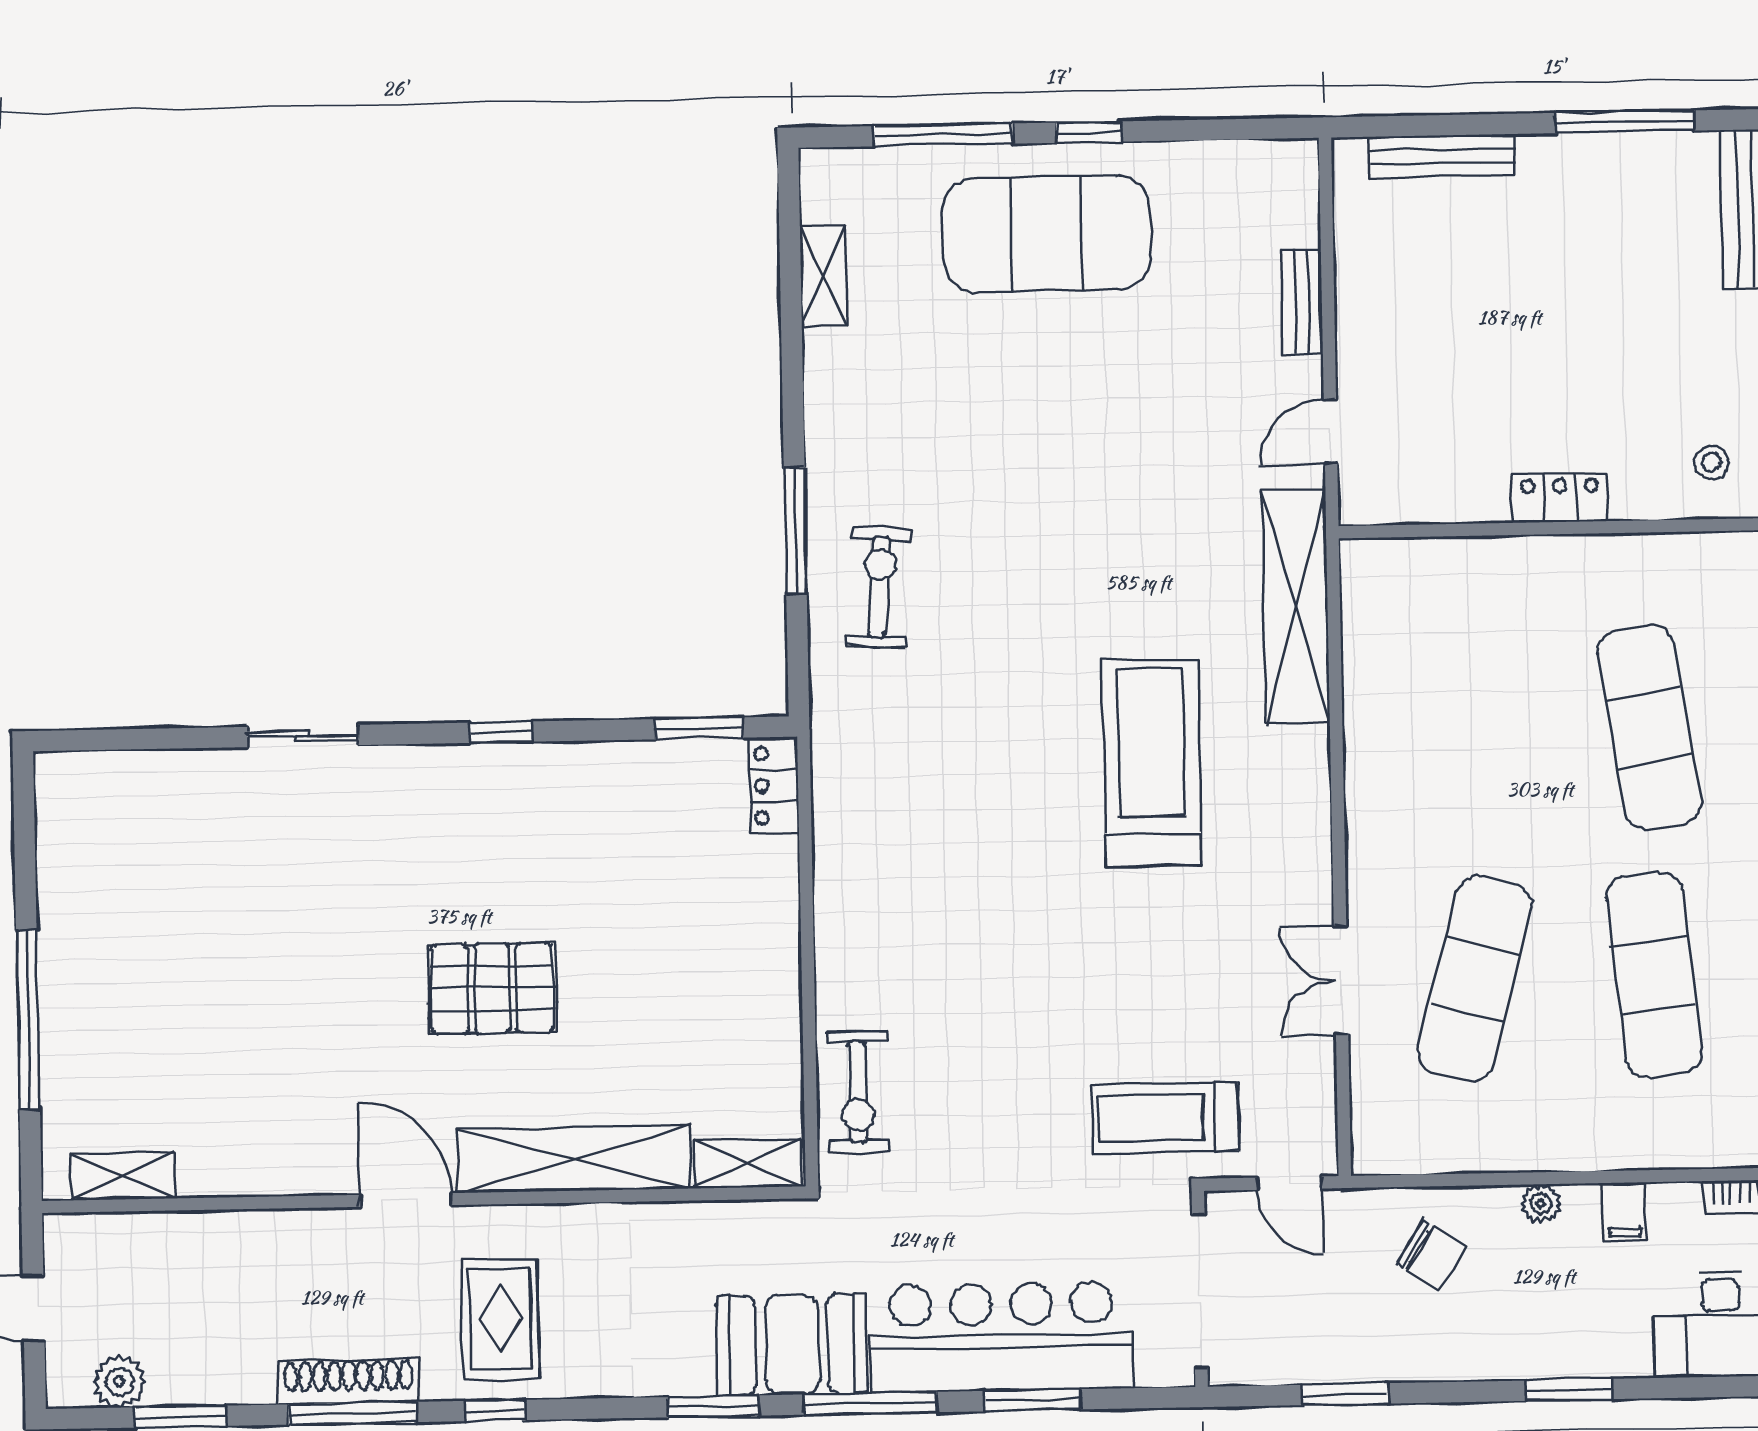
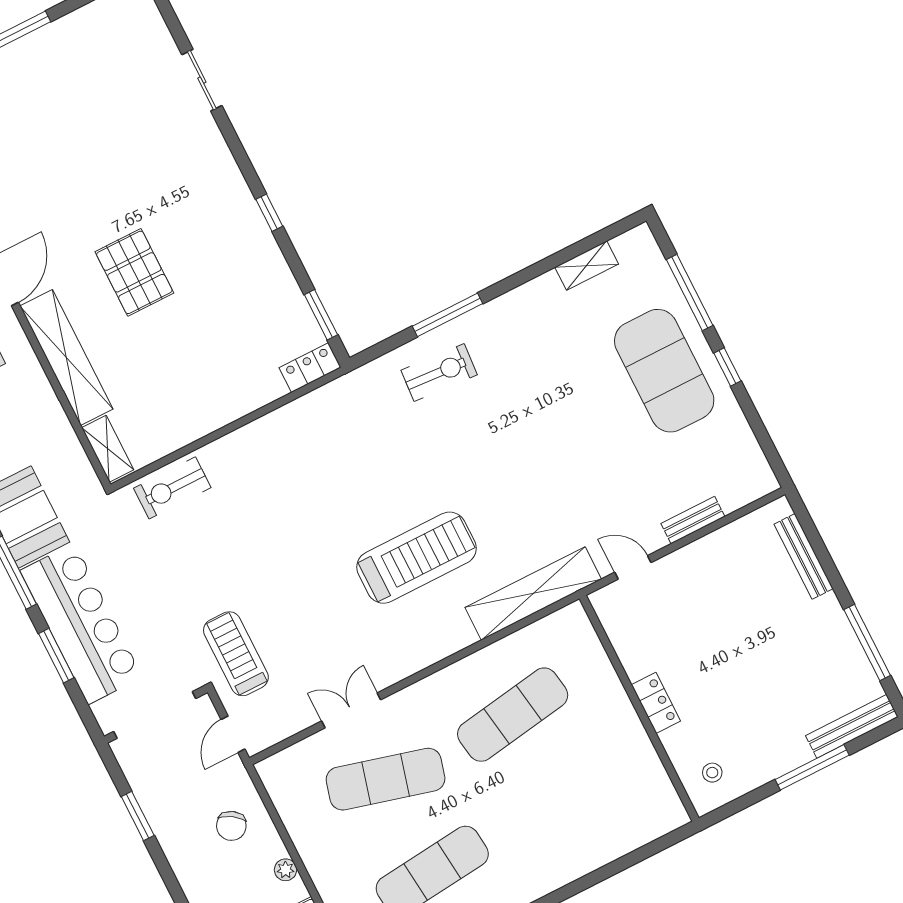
exercise mat: (1649, 727) -> (513, 715), moved
sliding door: (303, 736) -> (202, 80), moved

